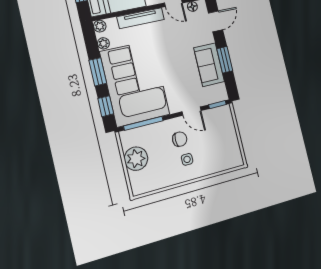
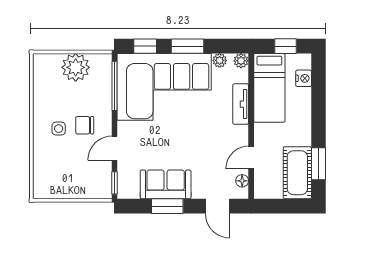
tv unit: (141, 18) -> (241, 104), width x0.71
chair: (180, 139) -> (85, 125), turned 90

